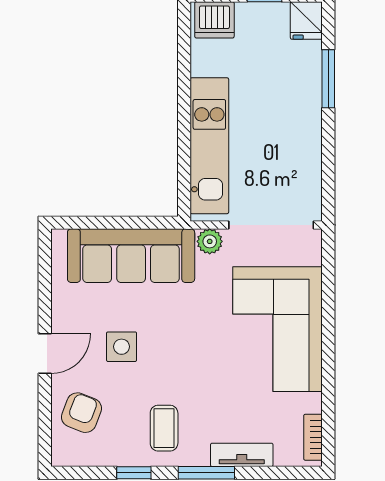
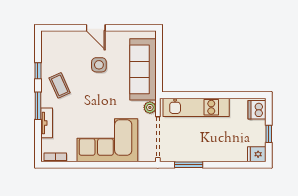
window: (328, 79) -> (189, 165), moved
armchair: (81, 413) -> (67, 45), removed
coffee table: (164, 428) -> (60, 85), turned 66

